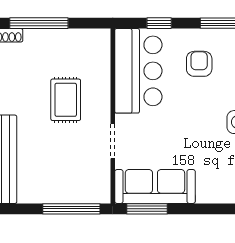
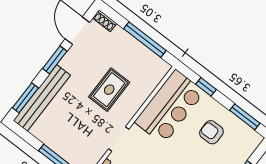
window: (39, 23) -> (145, 40), moved
armchair: (199, 64) -> (211, 132), turned -90

